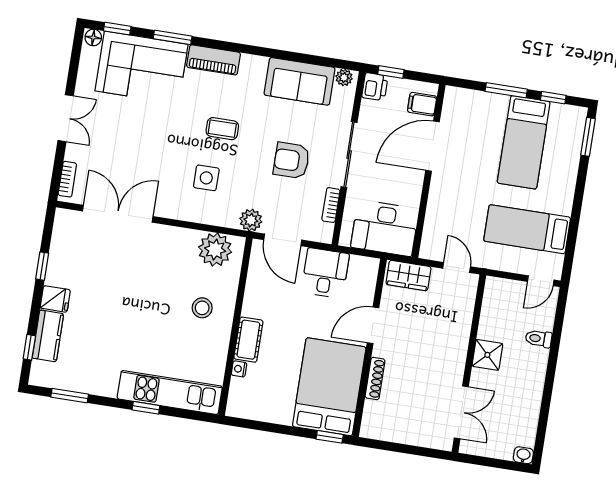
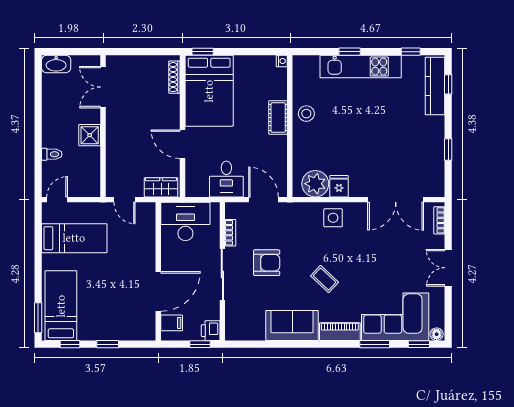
plant: (344, 78) -> (236, 334), removed
sofa: (300, 81) -> (292, 326), moved
window: (506, 90) -> (108, 344), width x0.67
coffee table: (222, 129) -> (325, 279), turned 43
bed: (524, 142) -> (61, 306), moved
side table: (206, 178) -> (333, 218), moved
plant: (251, 220) -> (291, 211), removed
fridge: (55, 299) -> (339, 186), moved, turned 90
stool: (202, 308) -> (306, 114), moved
door: (373, 325) -> (183, 144), swing flipped
kitchen counter: (48, 336) -> (435, 86), width x1.50
nightstand: (239, 369) -> (282, 61), moved
shoe rack: (375, 379) -> (174, 77), moved
kitchen unit: (170, 392) -> (361, 67), moved
window: (70, 396) -> (411, 52), width x0.67
washbasin: (523, 455) -> (56, 64), width x1.91, depth x1.45

